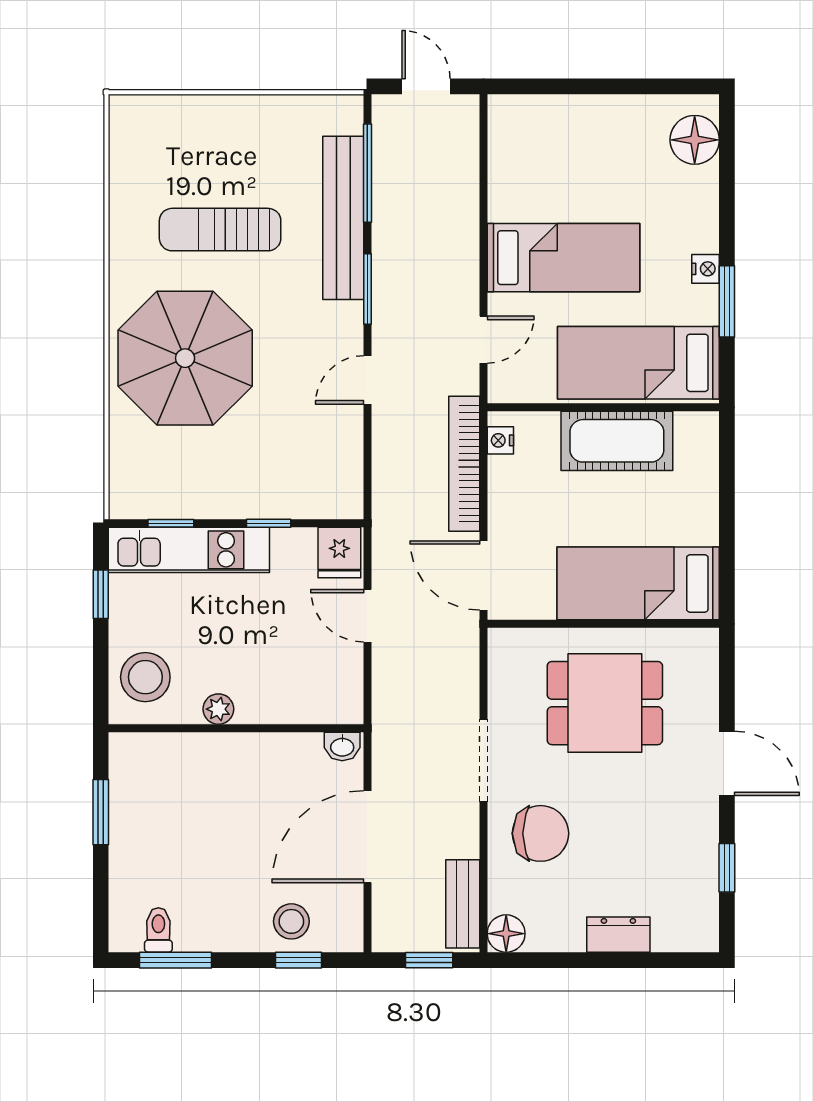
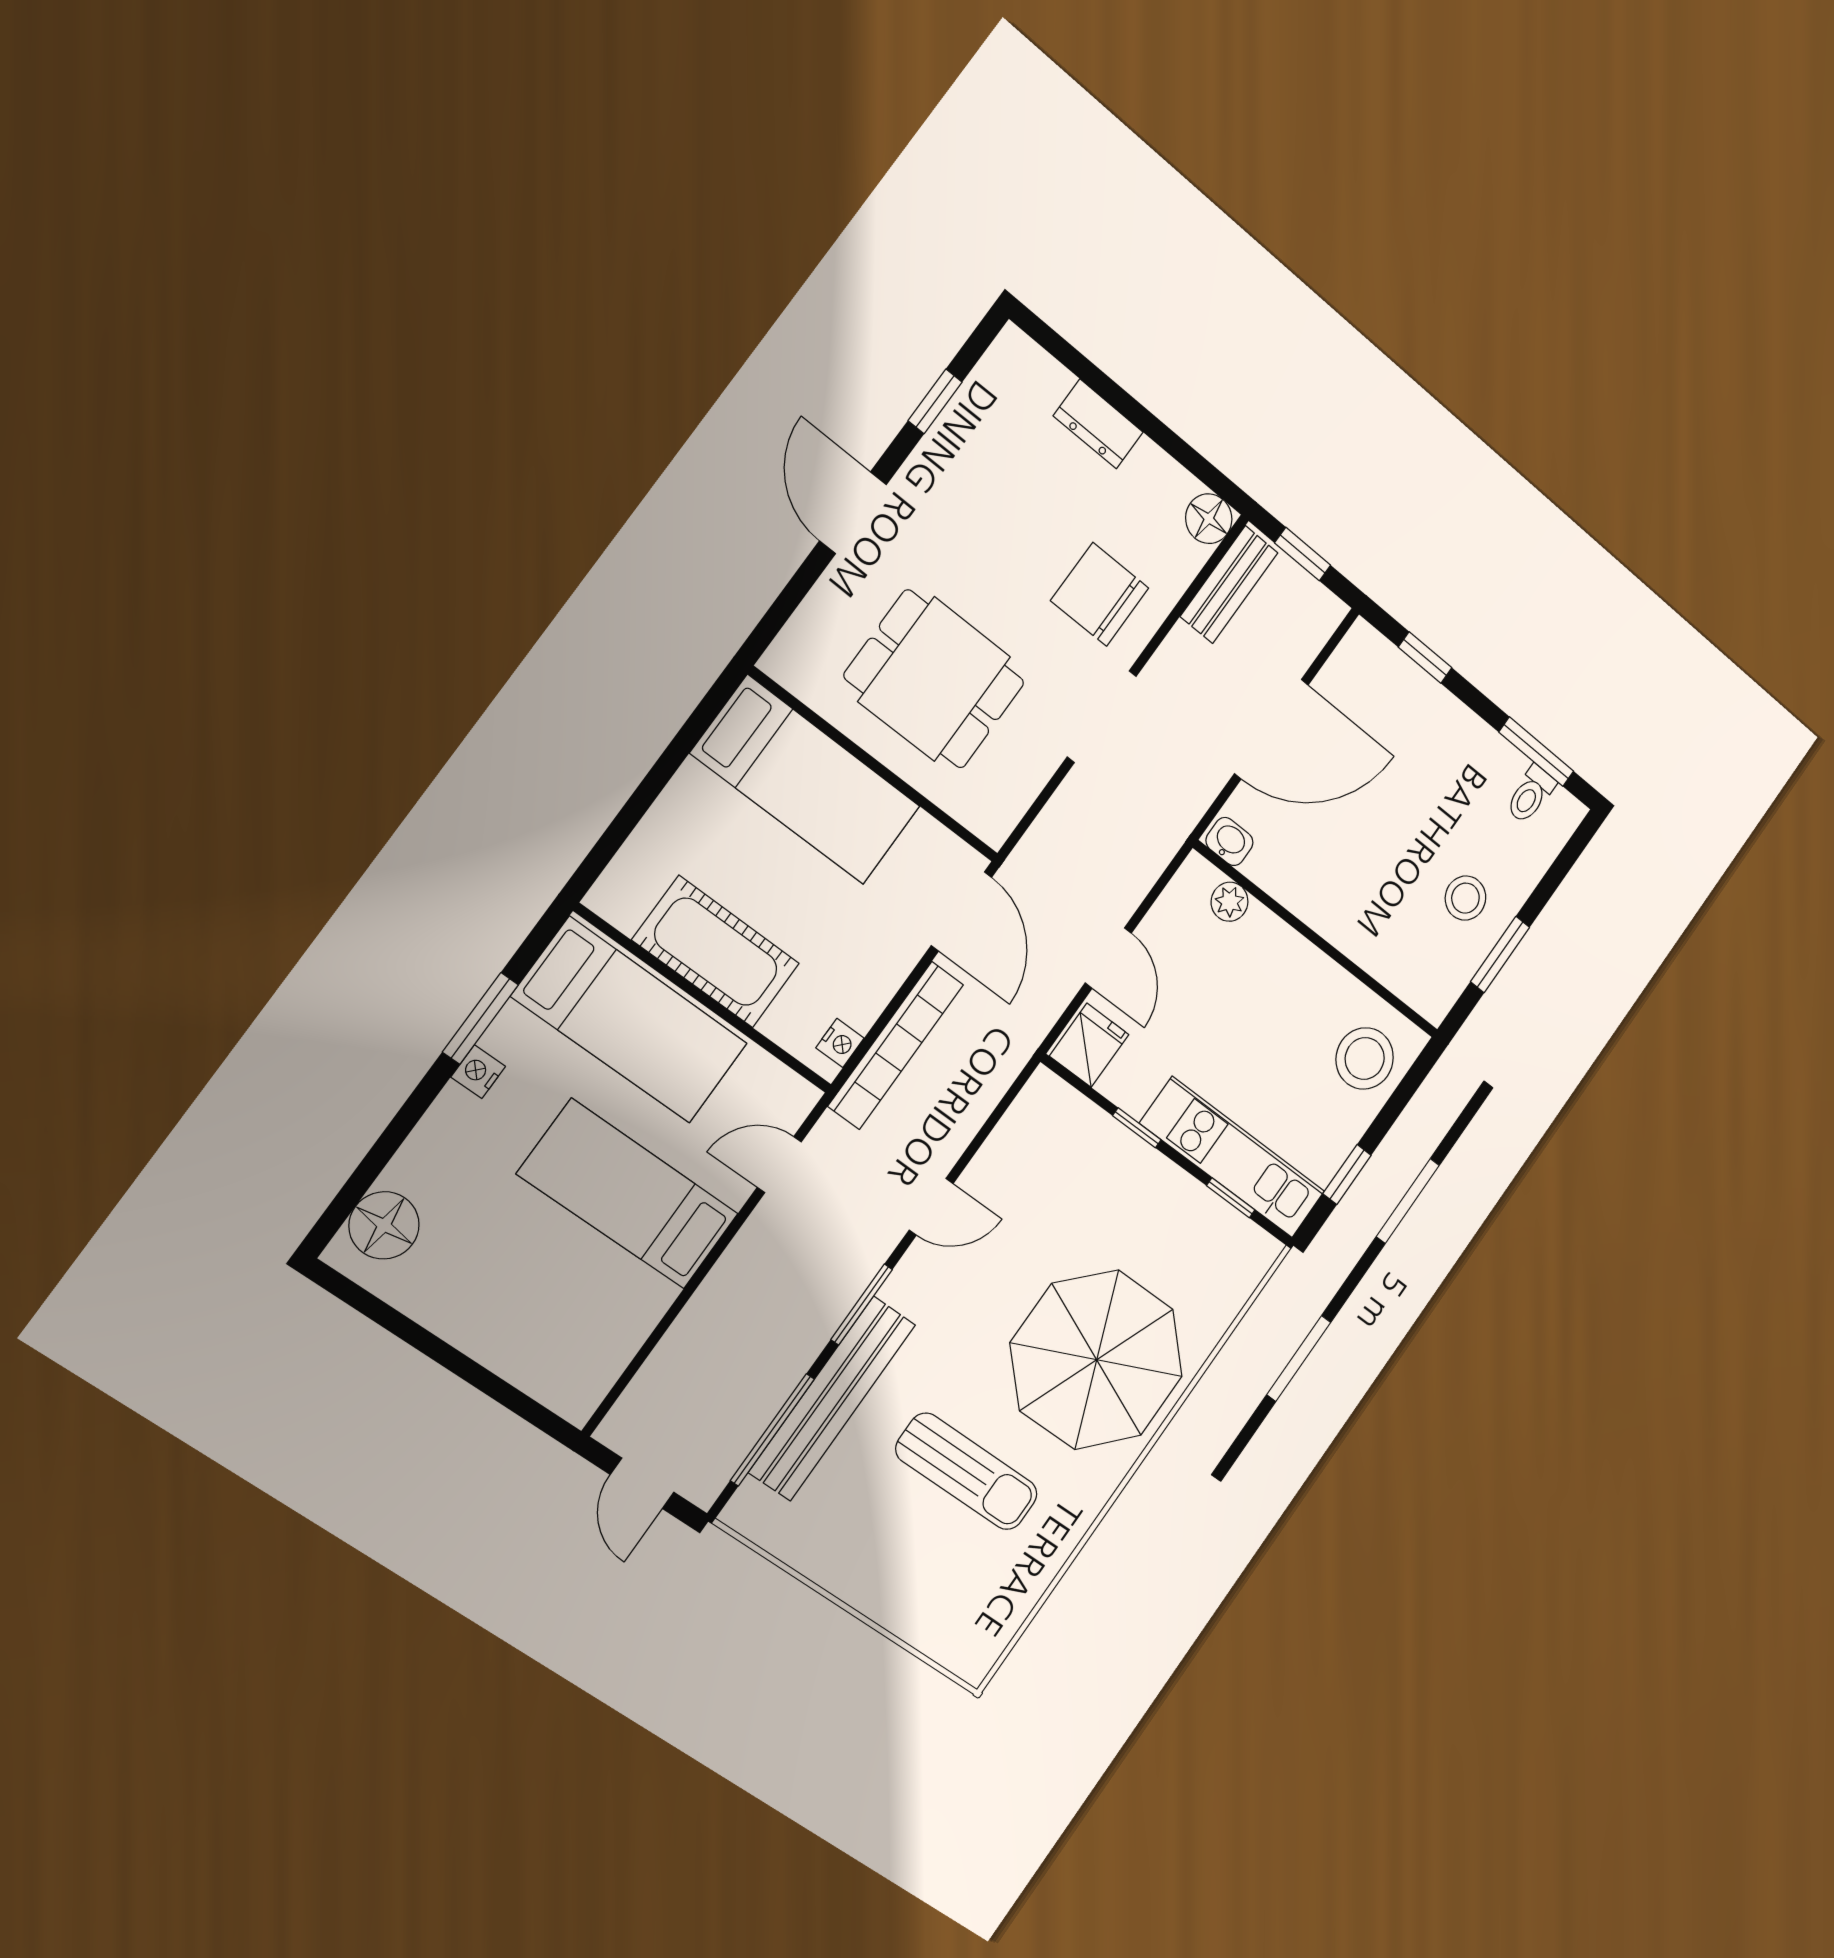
plant: (218, 709) -> (1230, 902), moved
stool: (291, 921) -> (1466, 898), moved

